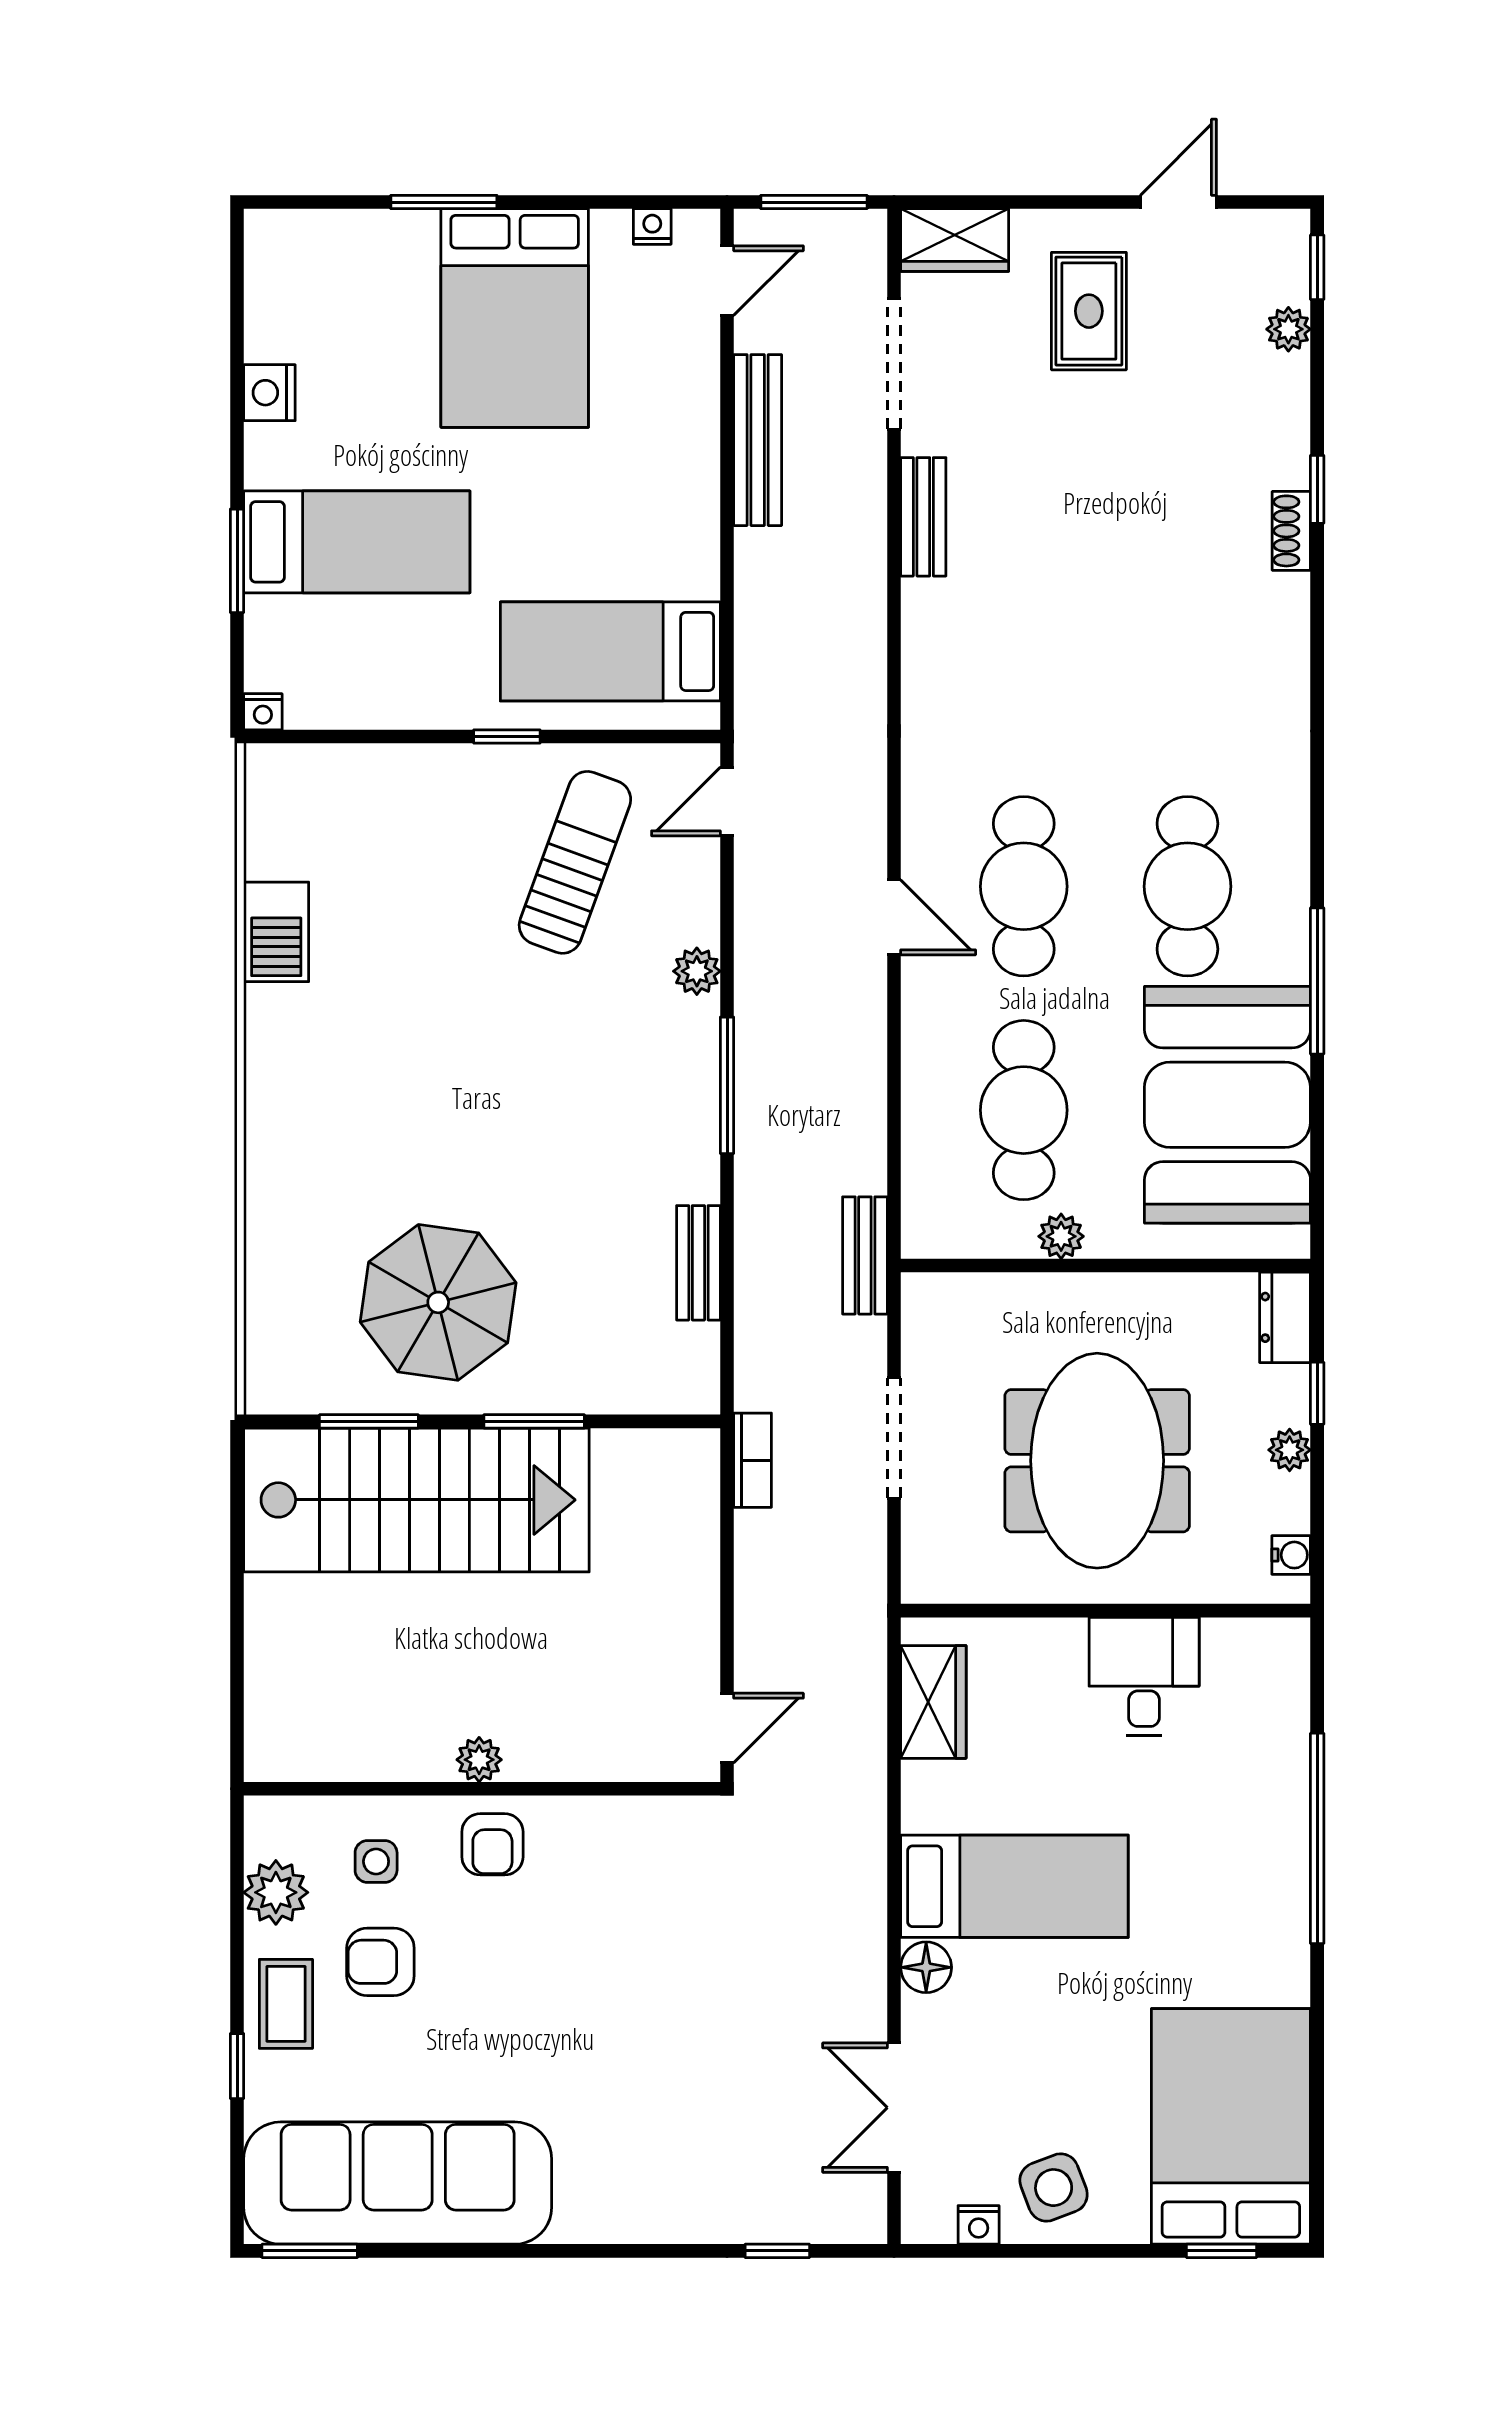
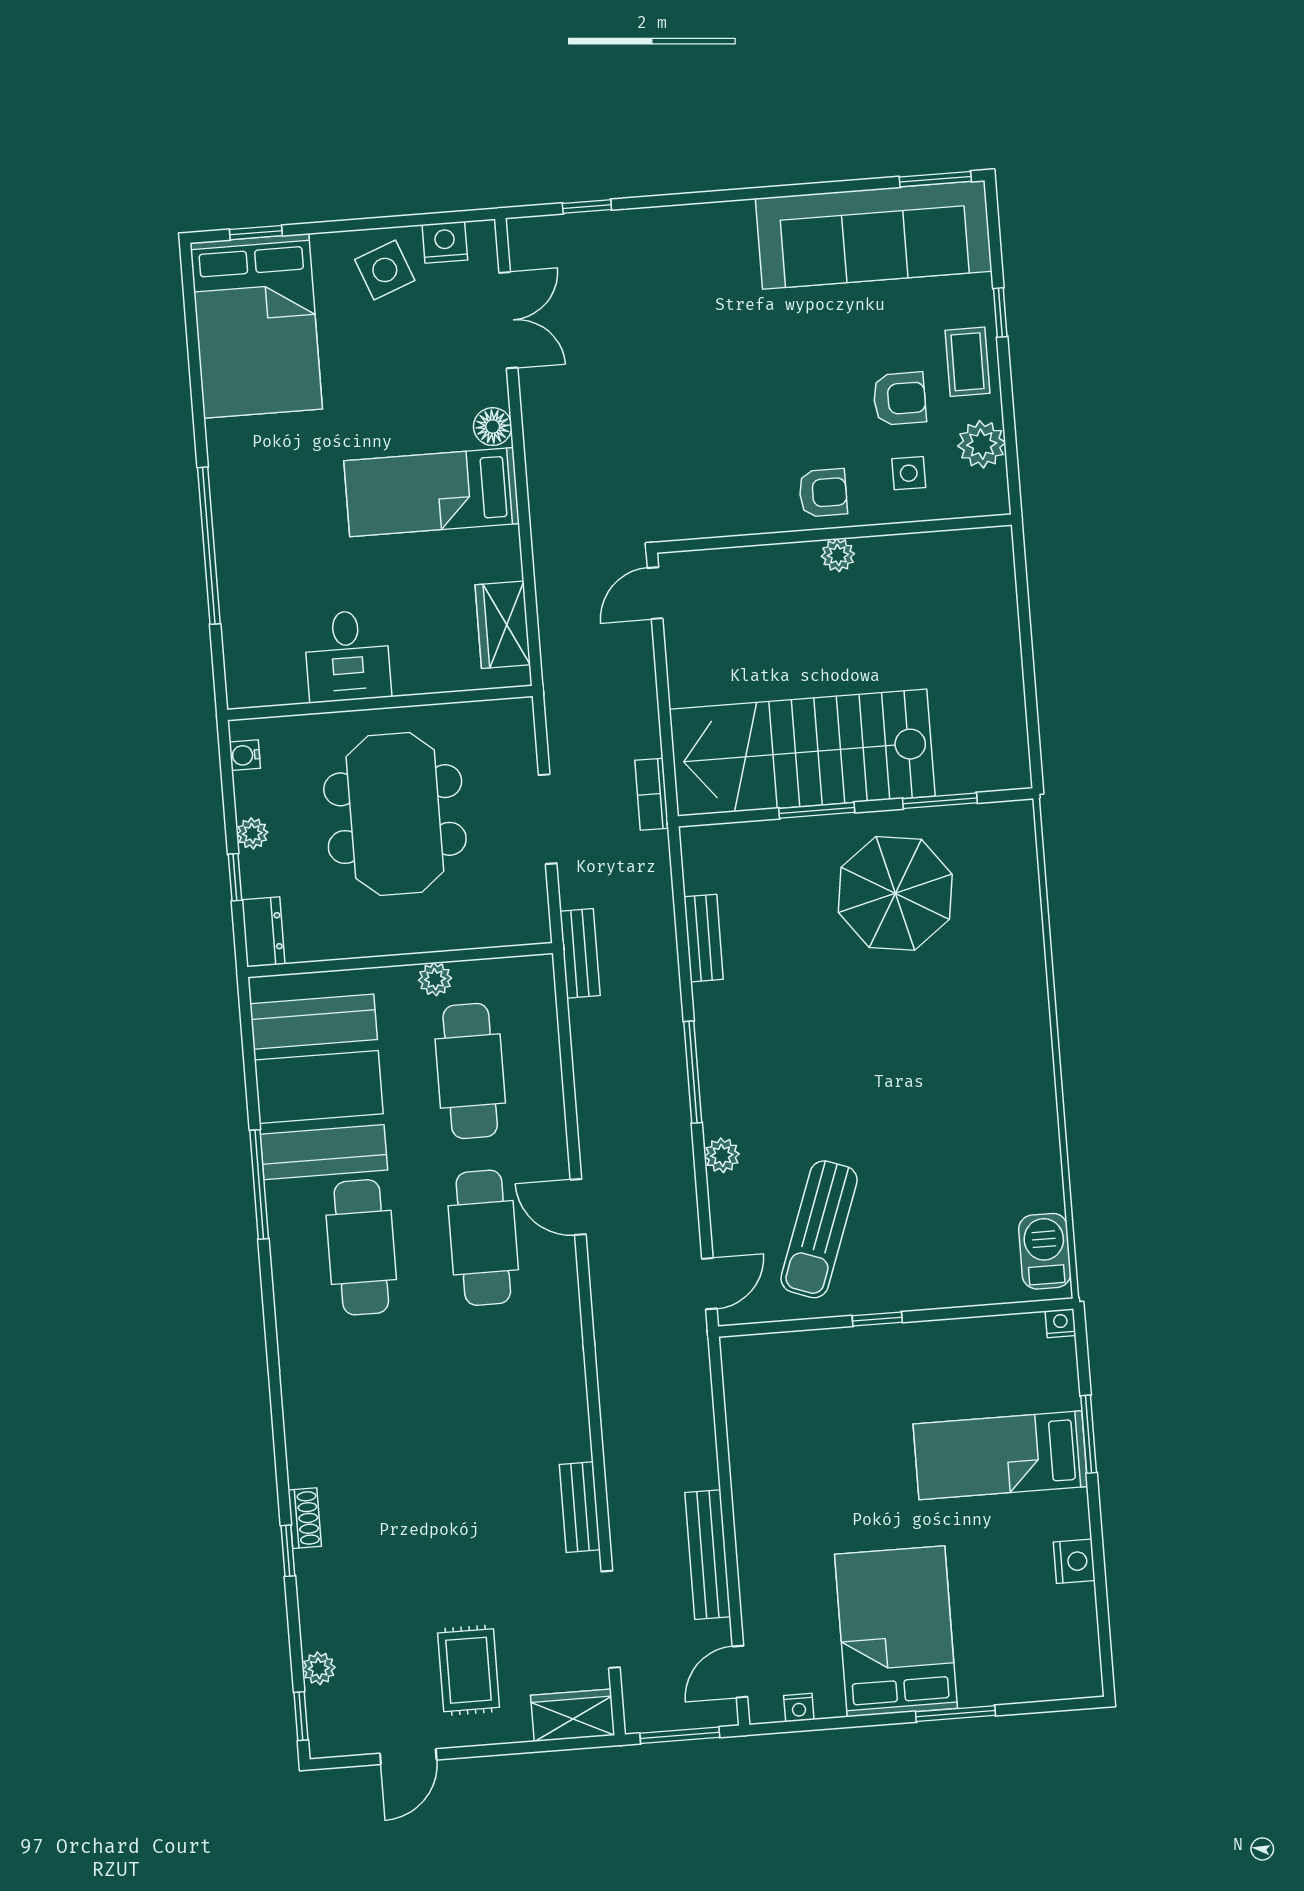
bed: (610, 651) -> (805, 1388), removed
barbecue: (276, 932) -> (1045, 1251), moved
stairs: (416, 1500) -> (802, 753), moved
armchair: (492, 1844) -> (823, 493), turned 90
nightstand: (979, 2225) -> (445, 242), width x1.39, depth x1.35

